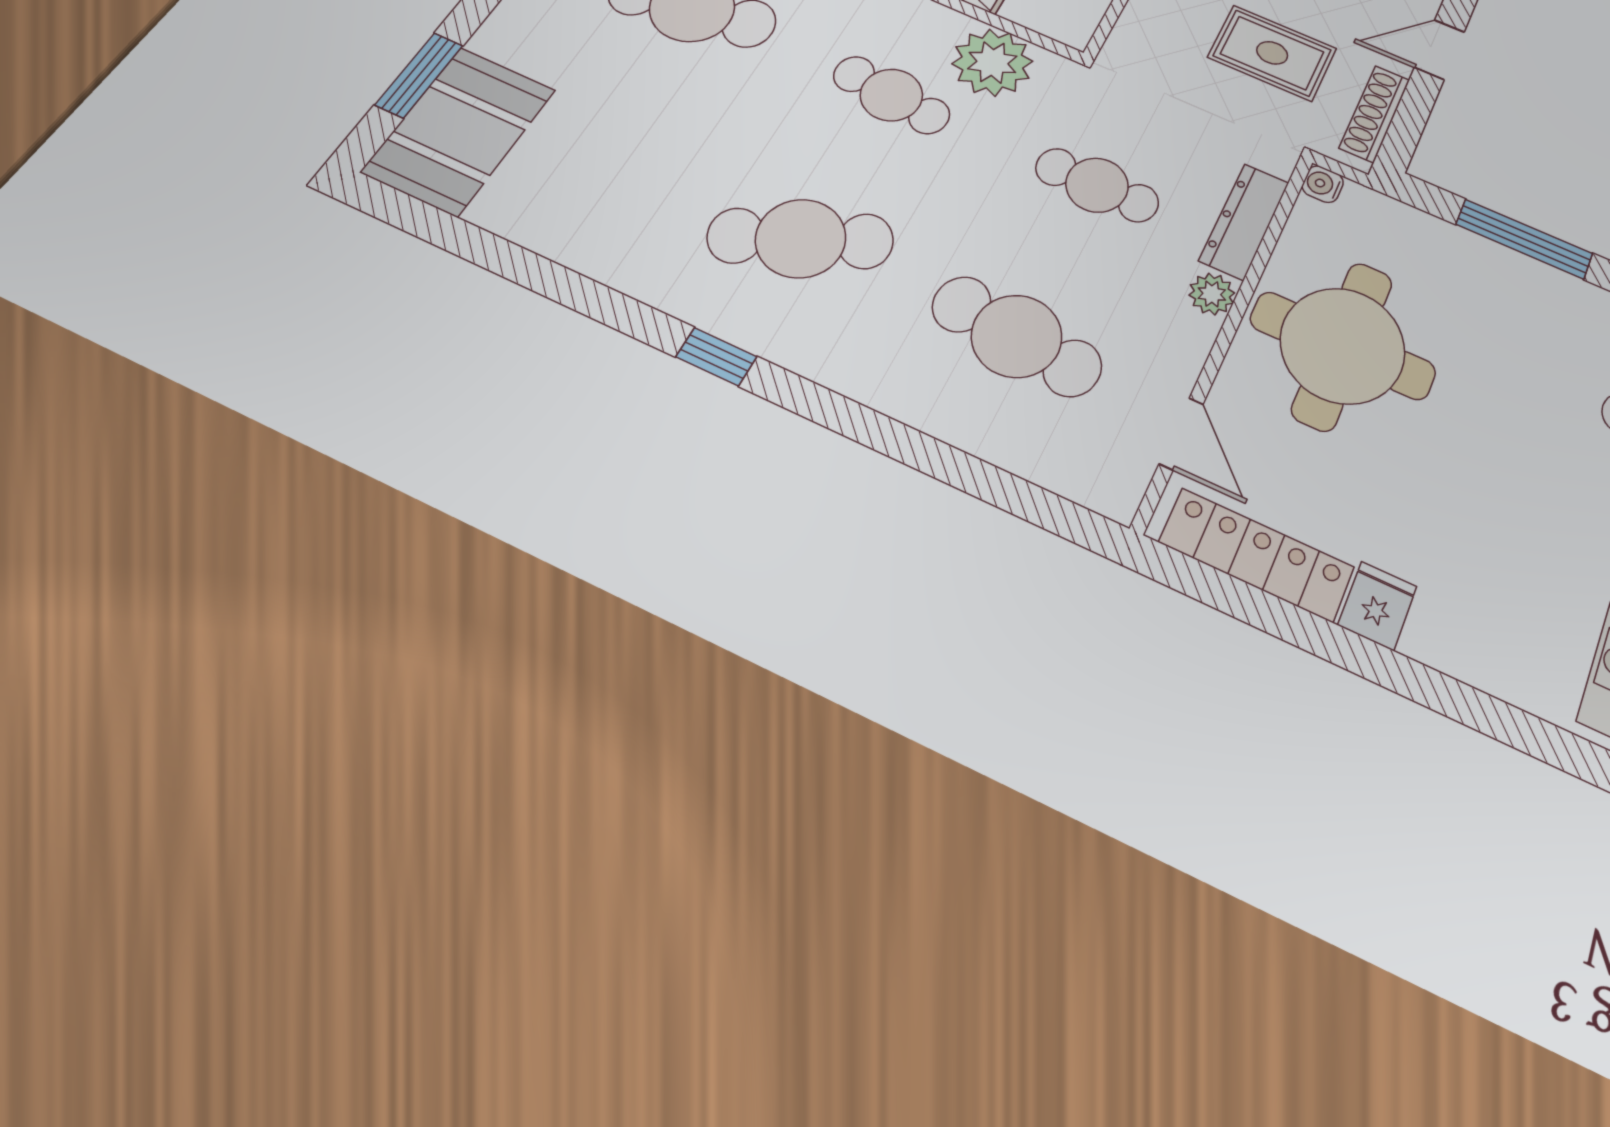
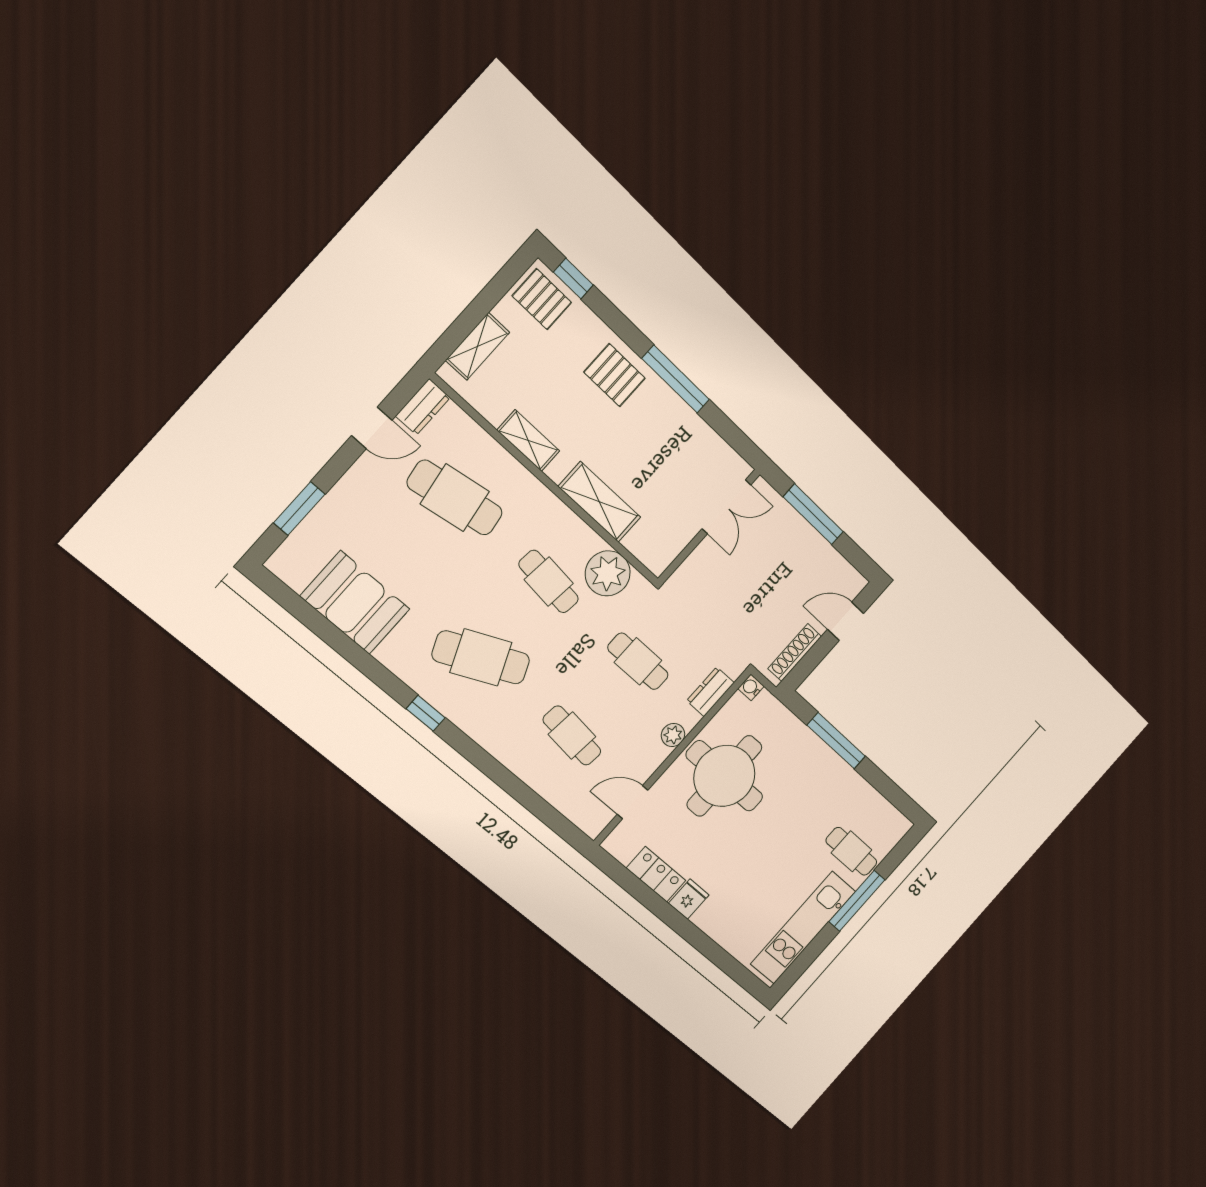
rug: (1272, 53) -> (757, 602), removed
booth: (459, 131) -> (355, 603), moved, turned 90
dresser: (1244, 221) -> (710, 692), width x0.70
cafe table: (1017, 336) -> (572, 736), width x0.73, depth x0.74
door: (1181, 434) -> (633, 802), swing flipped
locker: (1256, 555) -> (656, 874), width x0.66

